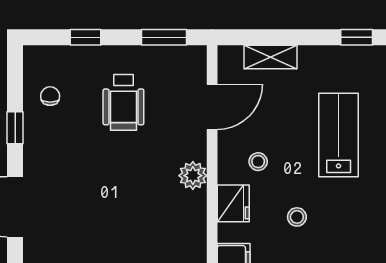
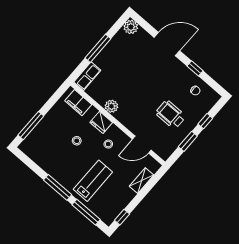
window: (164, 37) -> (188, 141), moved
door: (212, 107) -> (142, 145), hinge flipped
lab bench: (339, 135) -> (93, 181), turned -90
plant: (193, 176) -> (111, 106), moved

